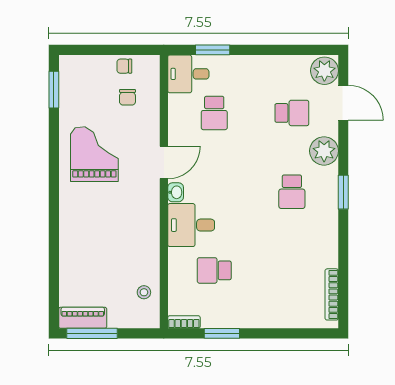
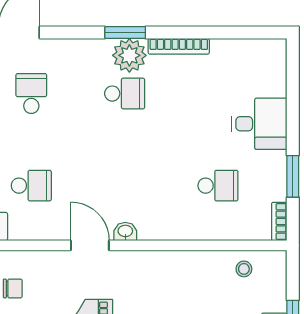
plant: (324, 151) -> (129, 55), moved
desk: (191, 225) -> (259, 124), moved, turned -90
school desk: (214, 270) -> (218, 186), turned -90
bookcase: (332, 294) -> (179, 46), moved

